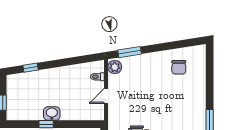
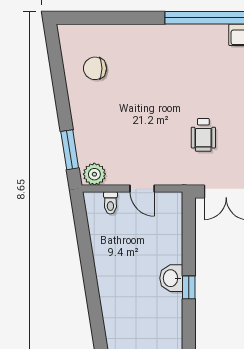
chair: (179, 67) -> (95, 68), turned 180
window: (31, 68) -> (95, 313), removed

